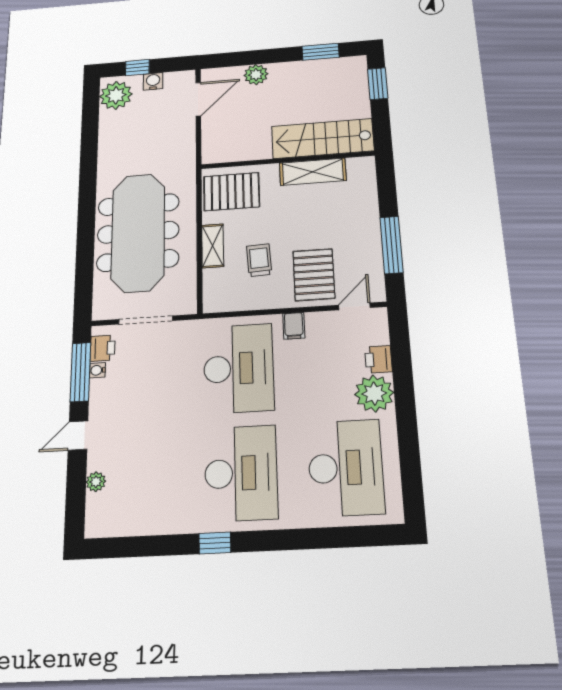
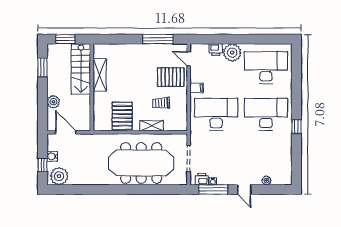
stairs: (323, 139) -> (81, 69), moved
wall: (287, 160) -> (92, 87), moved
shelving: (313, 172) -> (100, 75), moved

